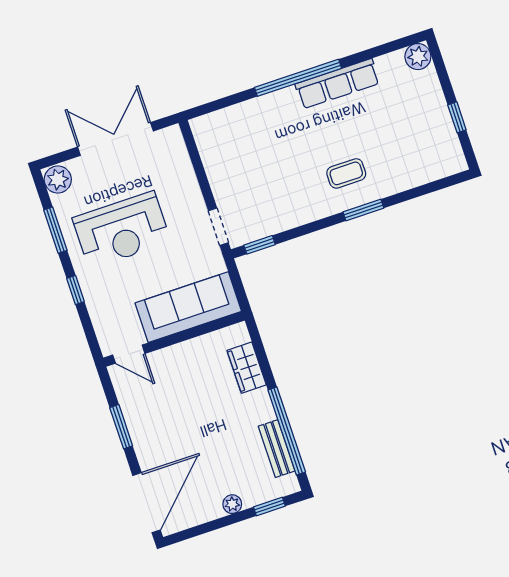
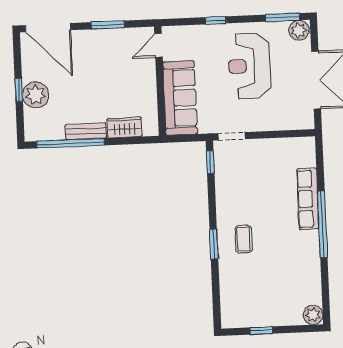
row of seats: (337, 84) -> (308, 199), moved
window: (55, 230) -> (283, 17), moved
bench: (277, 449) -> (86, 131), moved
plant: (232, 504) -> (36, 95), width x1.88, depth x1.88
window: (269, 507) -> (19, 90), moved

